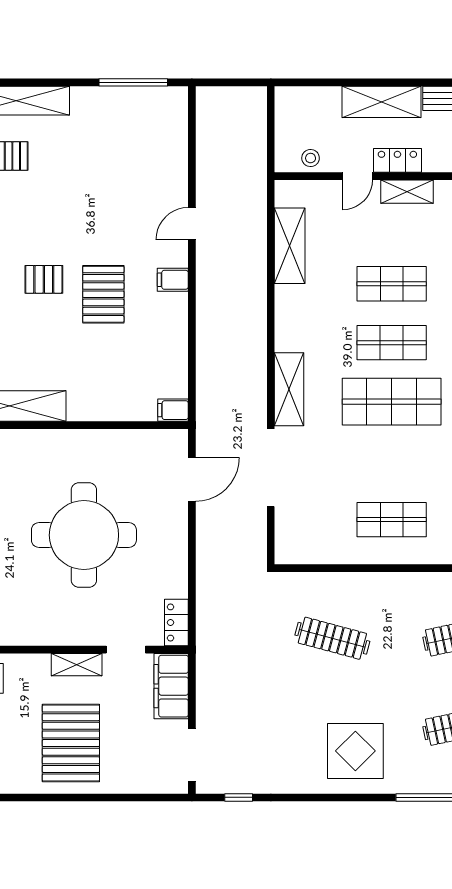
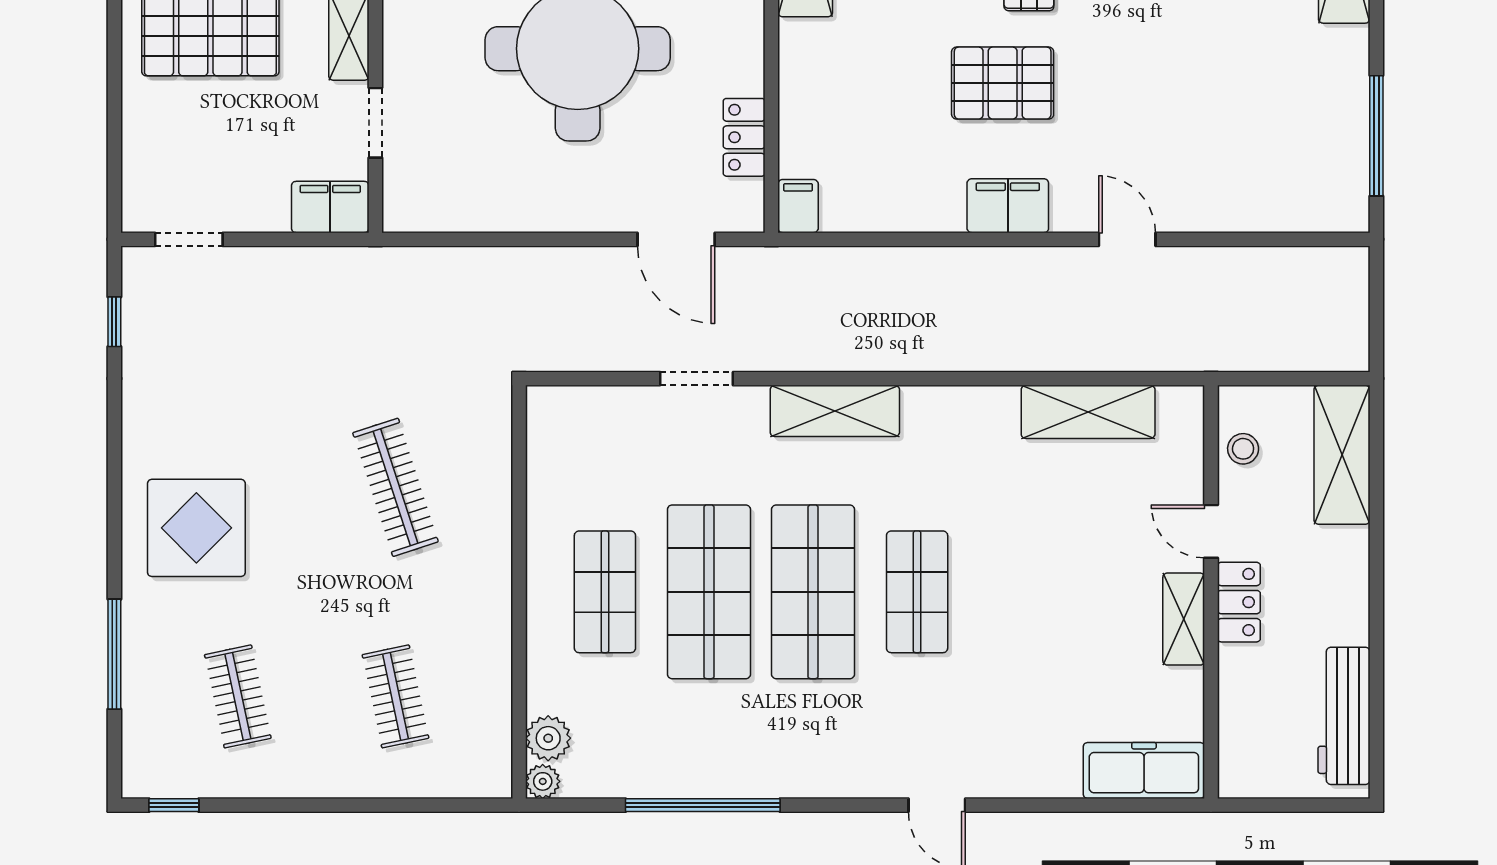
shelving: (381, 102) -> (1342, 455), moved
filing cabinet: (173, 280) -> (1008, 206), width x2.00
shop shelf: (392, 284) -> (709, 592), moved, width x1.43, depth x1.36
doorway: (271, 468) -> (696, 379), width x0.53
locker: (176, 622) -> (744, 137), moved, turned -90
clothes rail: (332, 638) -> (395, 487), turned -33
filing cabinet: (171, 686) -> (330, 207), width x0.67, depth x0.86
doorway: (192, 755) -> (189, 239), width x0.73

